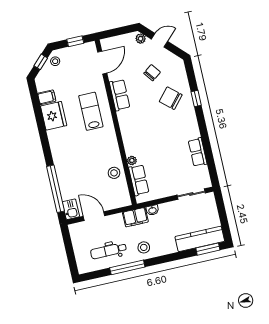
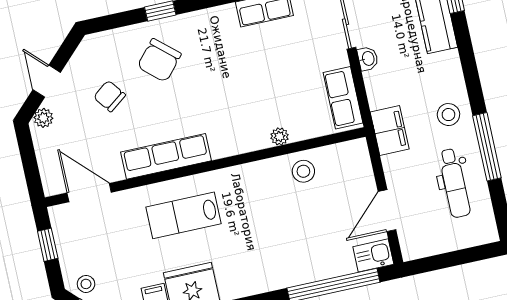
row of seats: (120, 95) -> (166, 156), width x1.48
row of seats: (139, 180) -> (343, 98), moved, turned -90
washbasin: (152, 210) -> (368, 59), moved

